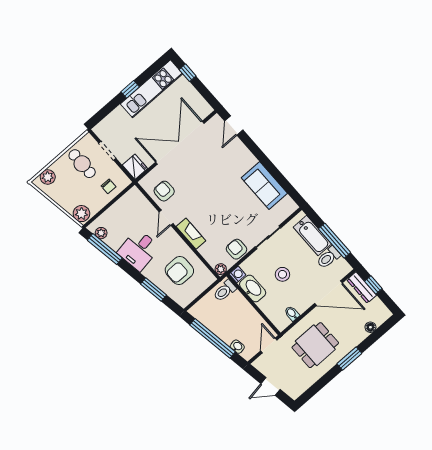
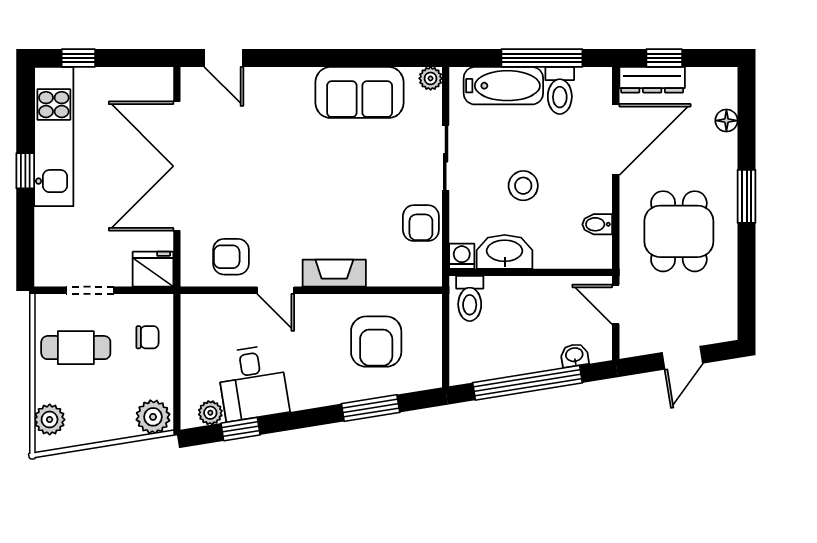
window: (105, 249) -> (240, 429), width x0.46
armchair: (236, 249) -> (421, 223), turned -90
desk: (139, 250) -> (253, 383), moved
plant: (221, 269) -> (431, 78), moved

